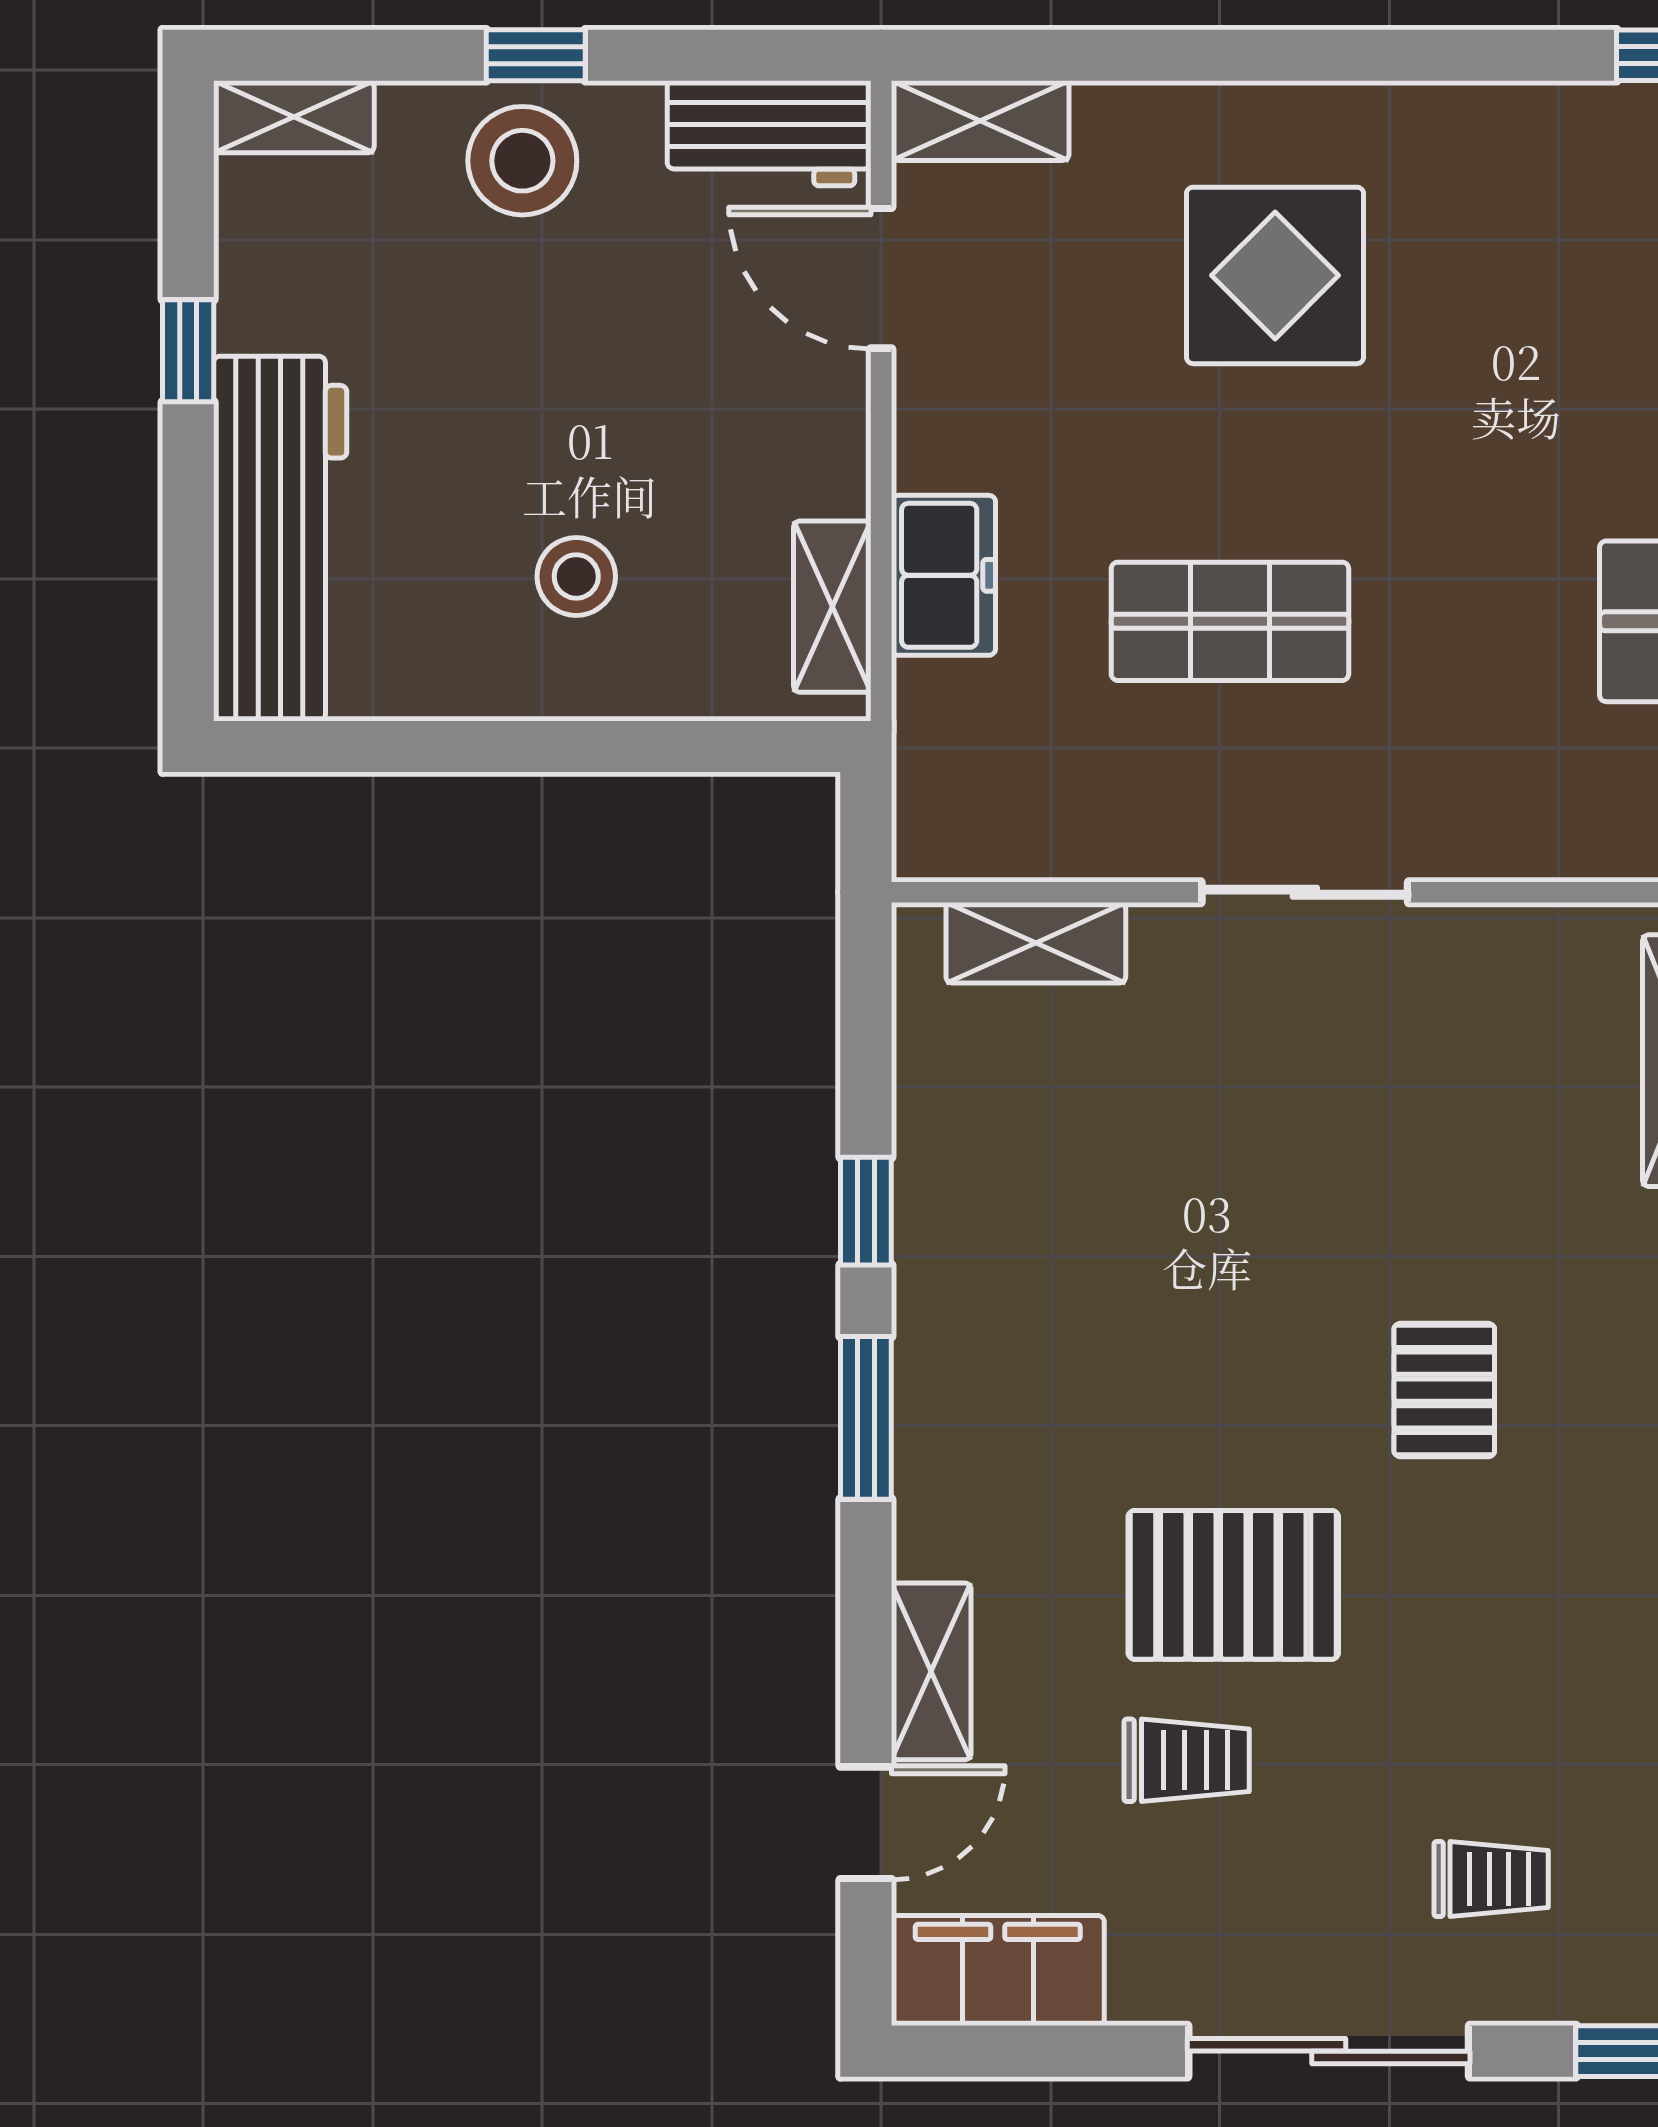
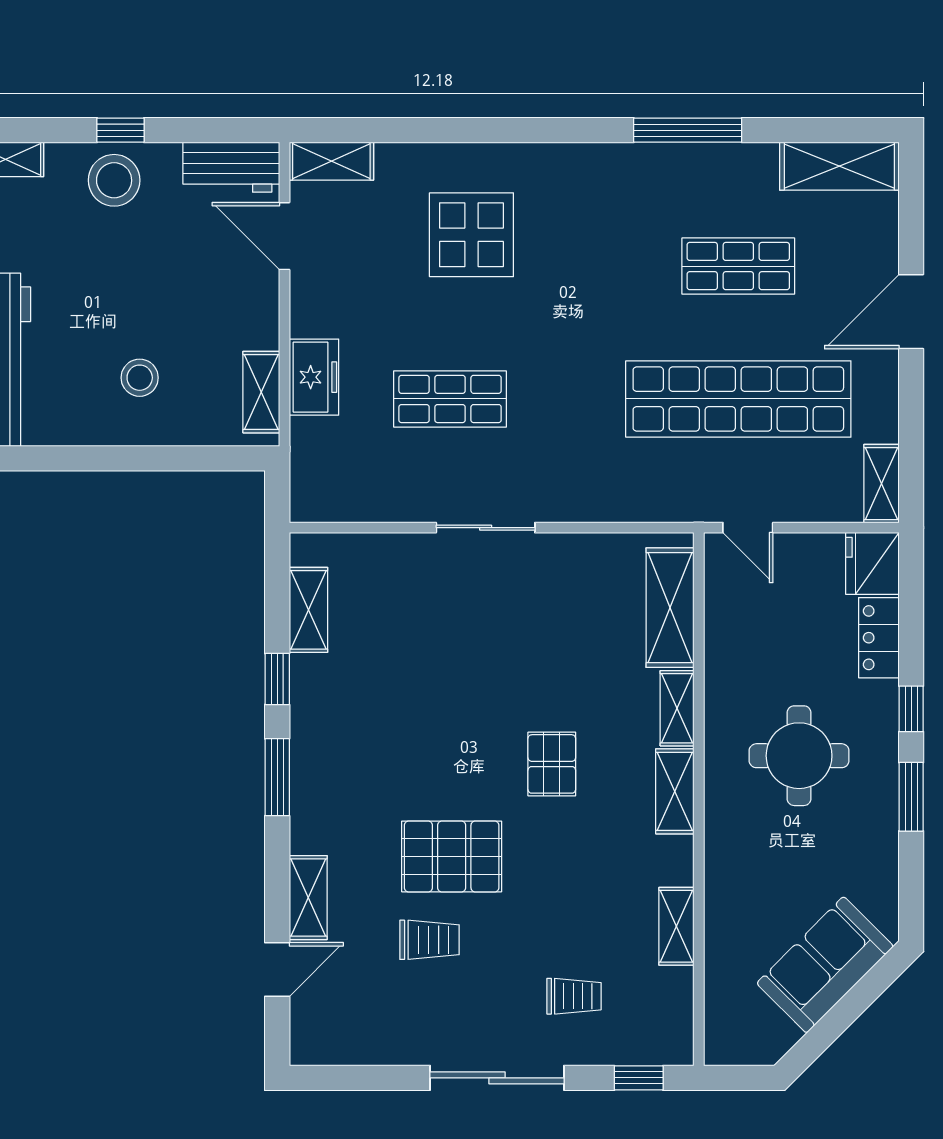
shelving: (1036, 943) -> (308, 610), moved, turned 90
filing cabinet: (998, 1971) -> (340, 1040), removed

